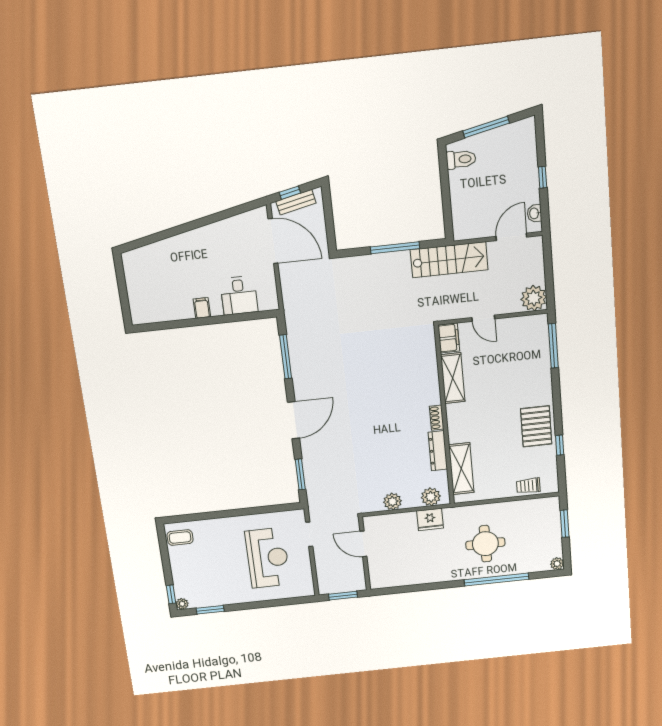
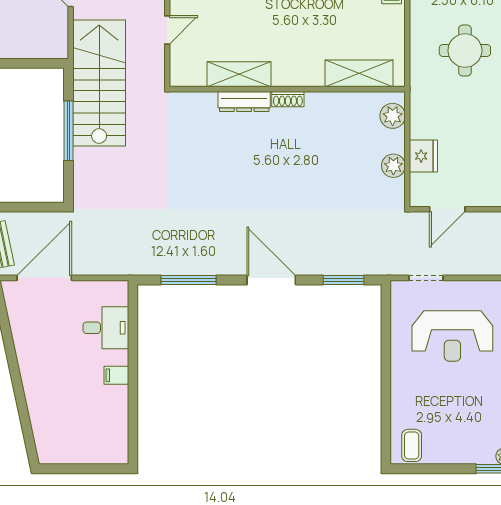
stairs: (449, 260) -> (99, 83), width x1.36, depth x1.51
filing cabinet: (449, 338) -> (187, 75), removed
dresser: (438, 451) -> (244, 101), moved
fridge: (430, 519) -> (423, 156), moved
reception desk: (268, 558) -> (452, 336), turned 180

